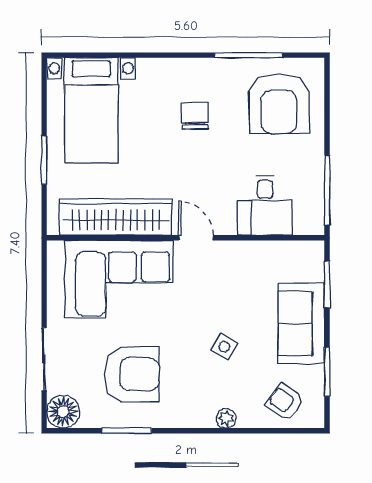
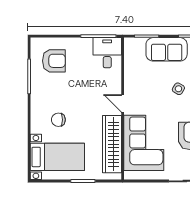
armchair: (279, 103) -> (54, 61), width x0.73, depth x0.73
chair: (195, 116) -> (58, 120), moved
desk: (265, 205) -> (107, 53), moved, turned -90
door: (196, 238) -> (123, 103), hinge flipped

